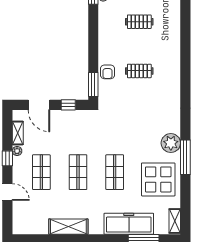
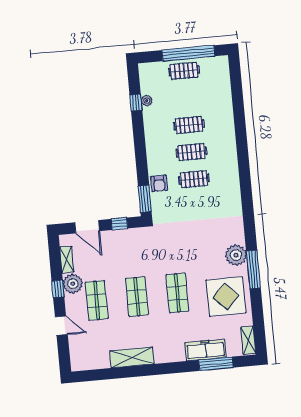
clothes rail: (139, 46) -> (191, 152), added
plant: (17, 151) -> (73, 284), width x1.88, depth x1.88
freezer: (129, 224) -> (206, 350), width x0.73, depth x0.79

